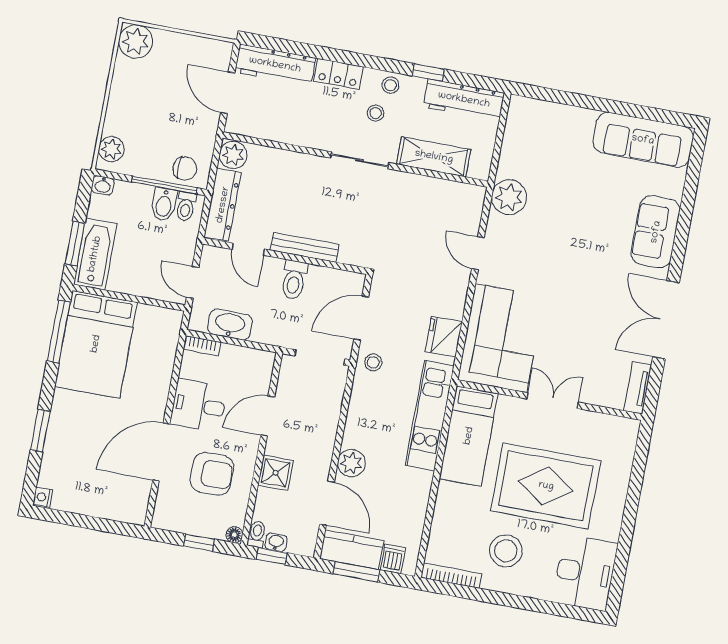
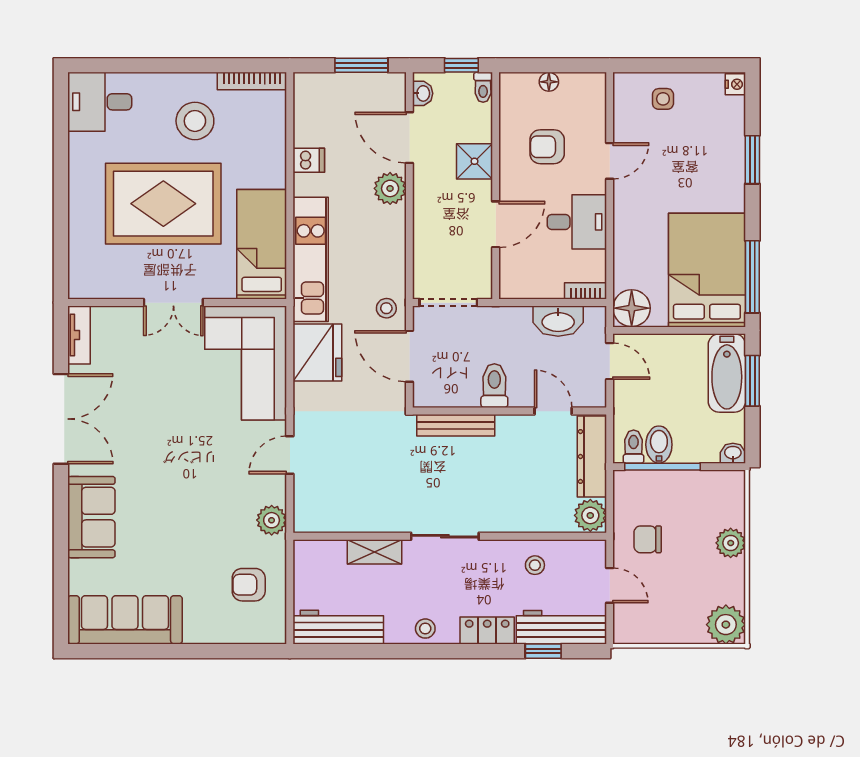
window: (428, 72) -> (543, 651), moved
door: (228, 93) -> (610, 585), width x0.73
stool: (376, 113) -> (535, 565), moved
plant: (111, 149) -> (731, 543), moved
armchair: (533, 150) -> (249, 585), added
shelving: (434, 157) -> (374, 552), width x0.67, depth x0.75
chair: (185, 168) -> (648, 539), moved
plant: (509, 197) -> (272, 520), width x0.73, depth x0.73
bench: (305, 247) -> (456, 425), moved
door: (478, 253) -> (290, 455), swing flipped
door: (361, 318) -> (409, 356), swing flipped
floor lamp: (166, 324) -> (632, 308), added
fridge: (444, 337) -> (317, 353), width x1.36, depth x1.34
door: (161, 452) -> (610, 161), width x0.53
armchair: (212, 474) -> (547, 147), width x0.72, depth x0.72
side table: (106, 496) -> (663, 99), added
floor lamp: (234, 535) -> (549, 82), moved
washbasin: (276, 542) -> (423, 93), moved, turned -90
window: (199, 543) -> (547, 65), removed
kitchen counter: (352, 550) -> (371, 90), removed
dishwasher: (393, 559) -> (309, 160), moved, turned -90
desk: (585, 573) -> (100, 102), width x0.73

